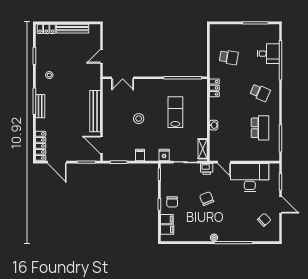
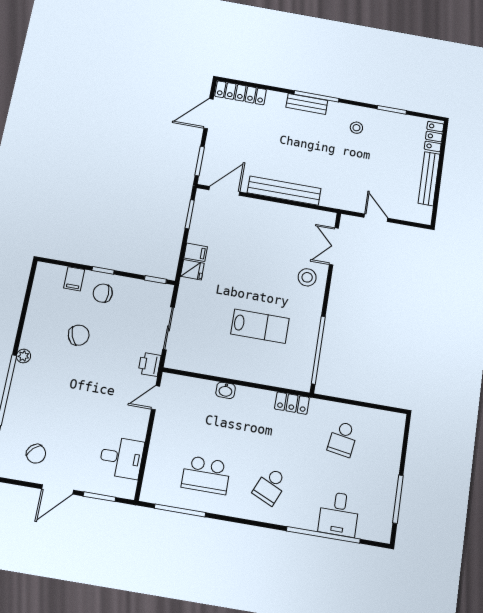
stool: (139, 119) -> (307, 277), moved
shelving: (203, 149) -> (187, 363), removed
fridge: (164, 155) -> (192, 270), moved
desk: (250, 178) -> (121, 458), width x0.53, depth x0.77
chair: (207, 199) -> (79, 335), moved
filing cabinet: (167, 229) -> (56, 276), removed

